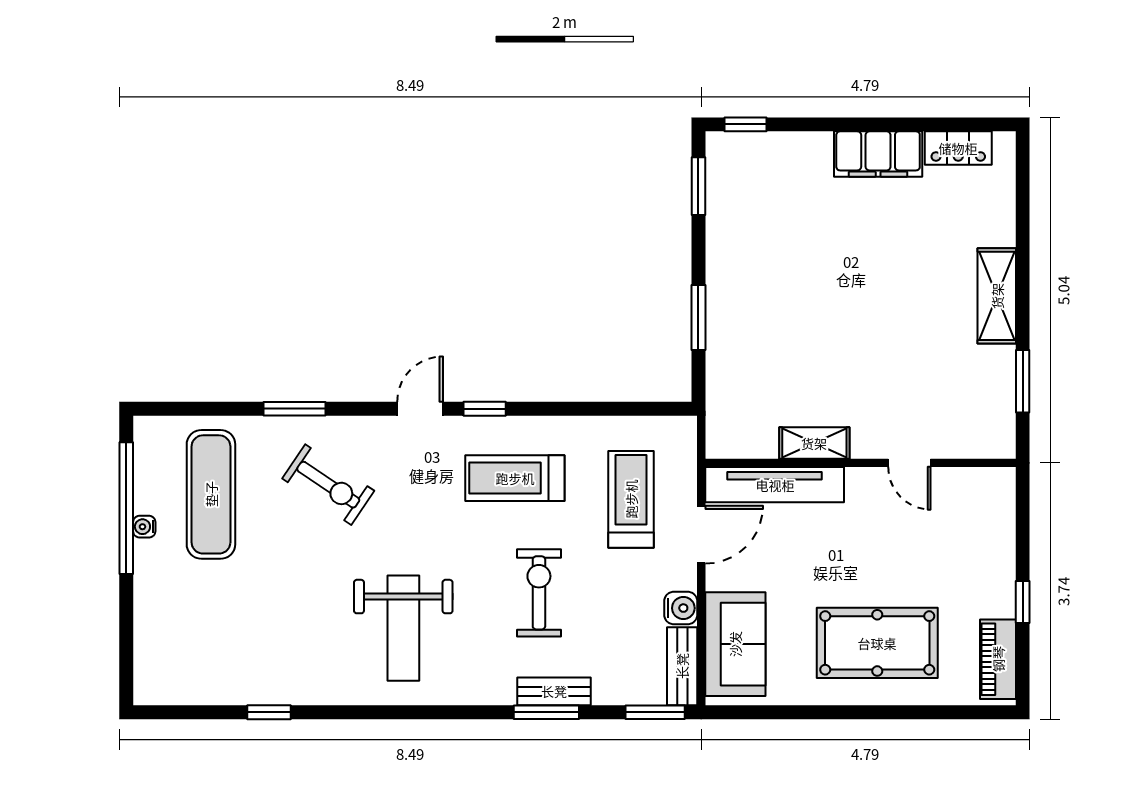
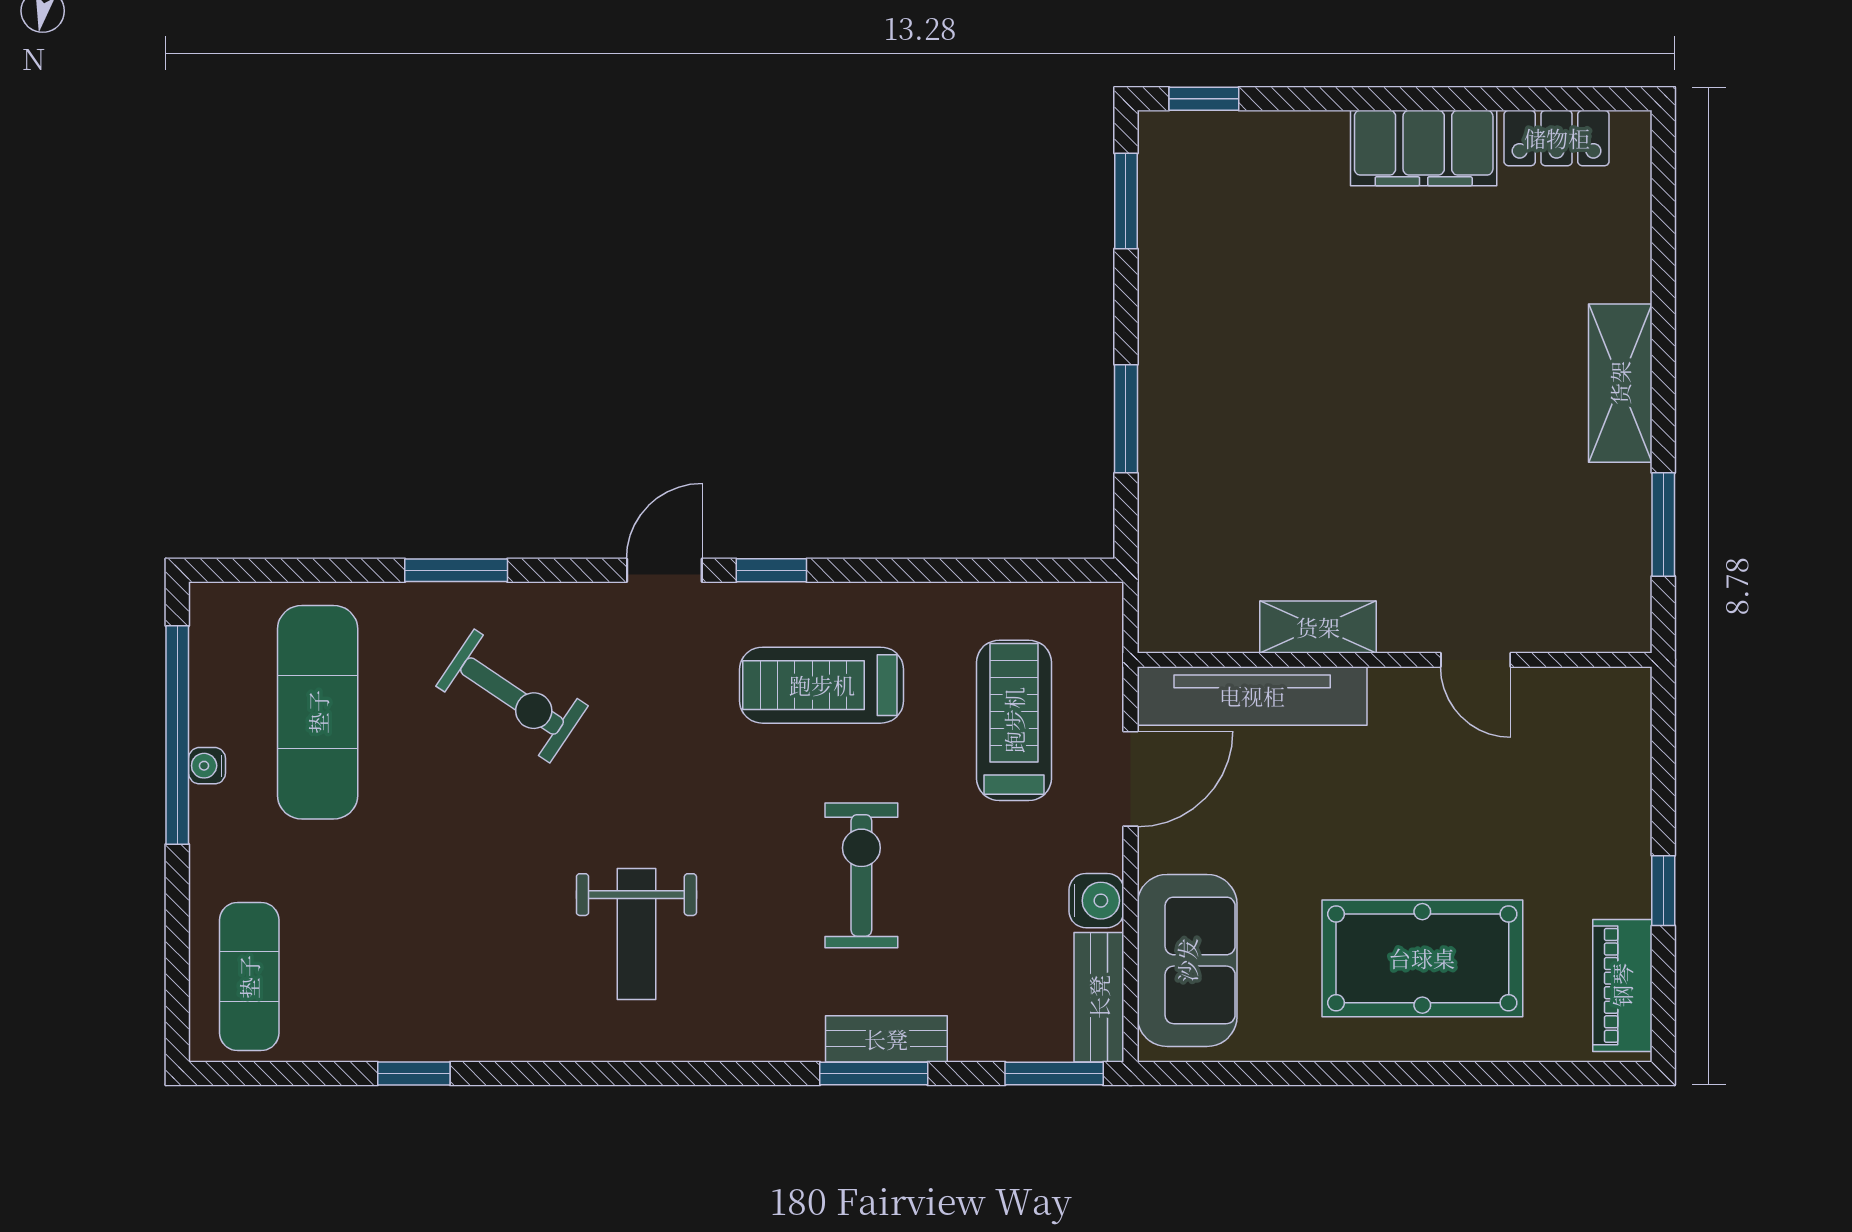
weight bench: (403, 628) -> (636, 934), width x0.73, depth x0.75
exercise mat: (170, 654) -> (249, 977), added

